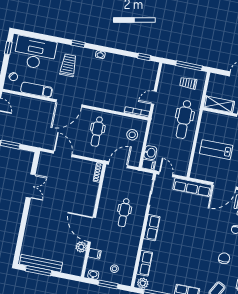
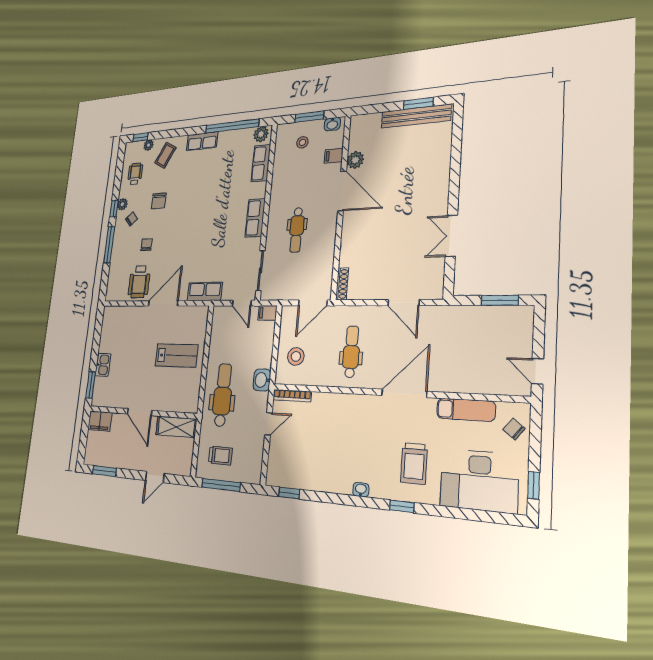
washbasin: (150, 153) -> (262, 380), moved
row of seats: (192, 187) -> (205, 292), width x0.68
dental chair: (124, 213) -> (297, 230), turned 180
window: (38, 271) -> (418, 103), width x0.69

